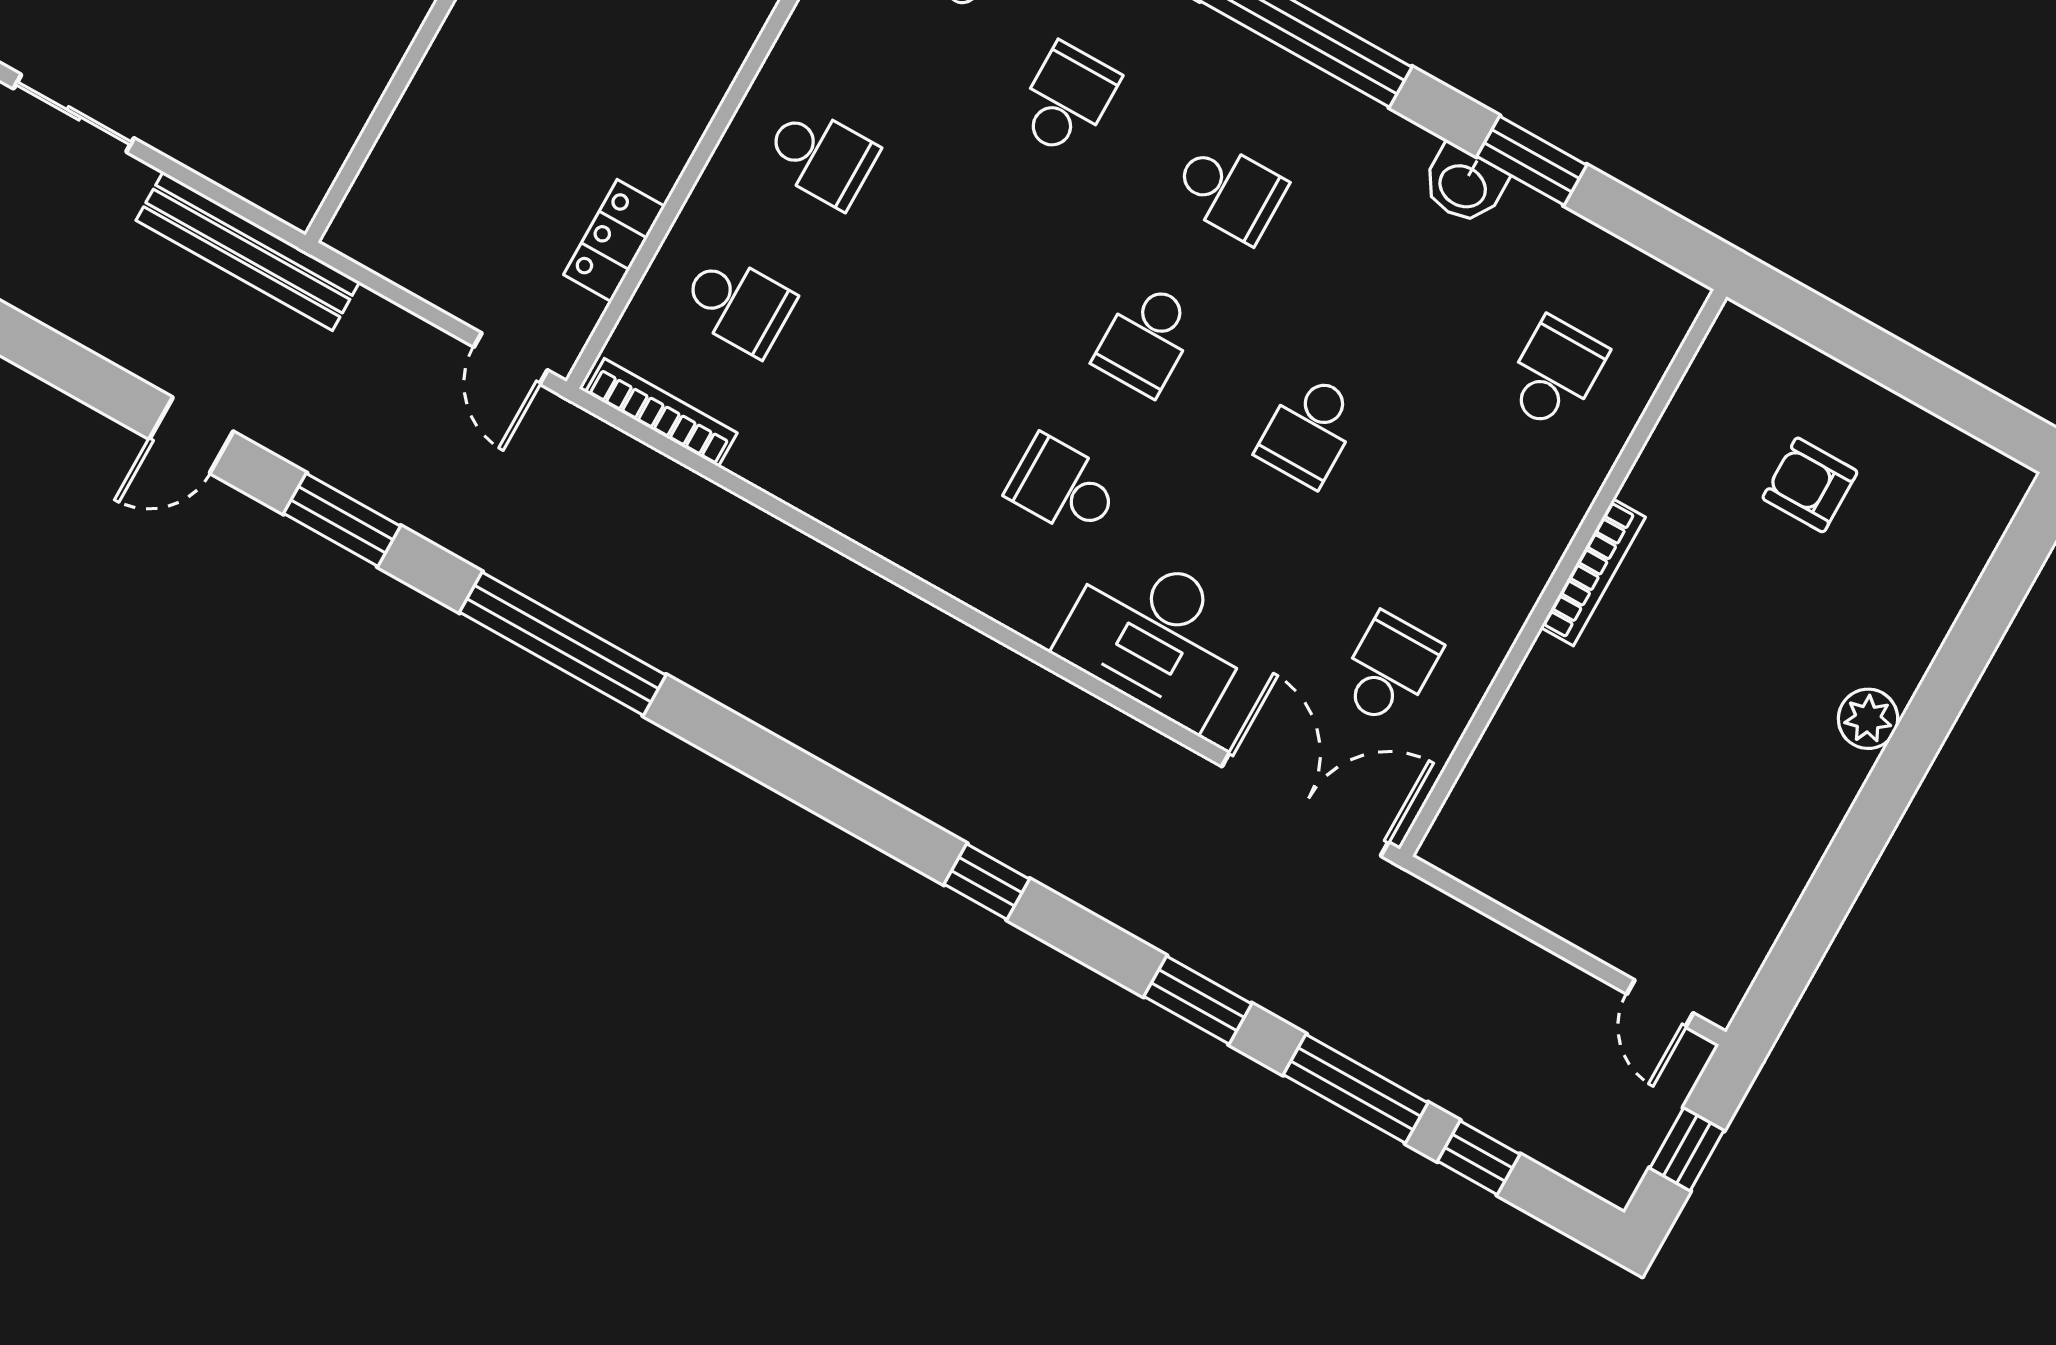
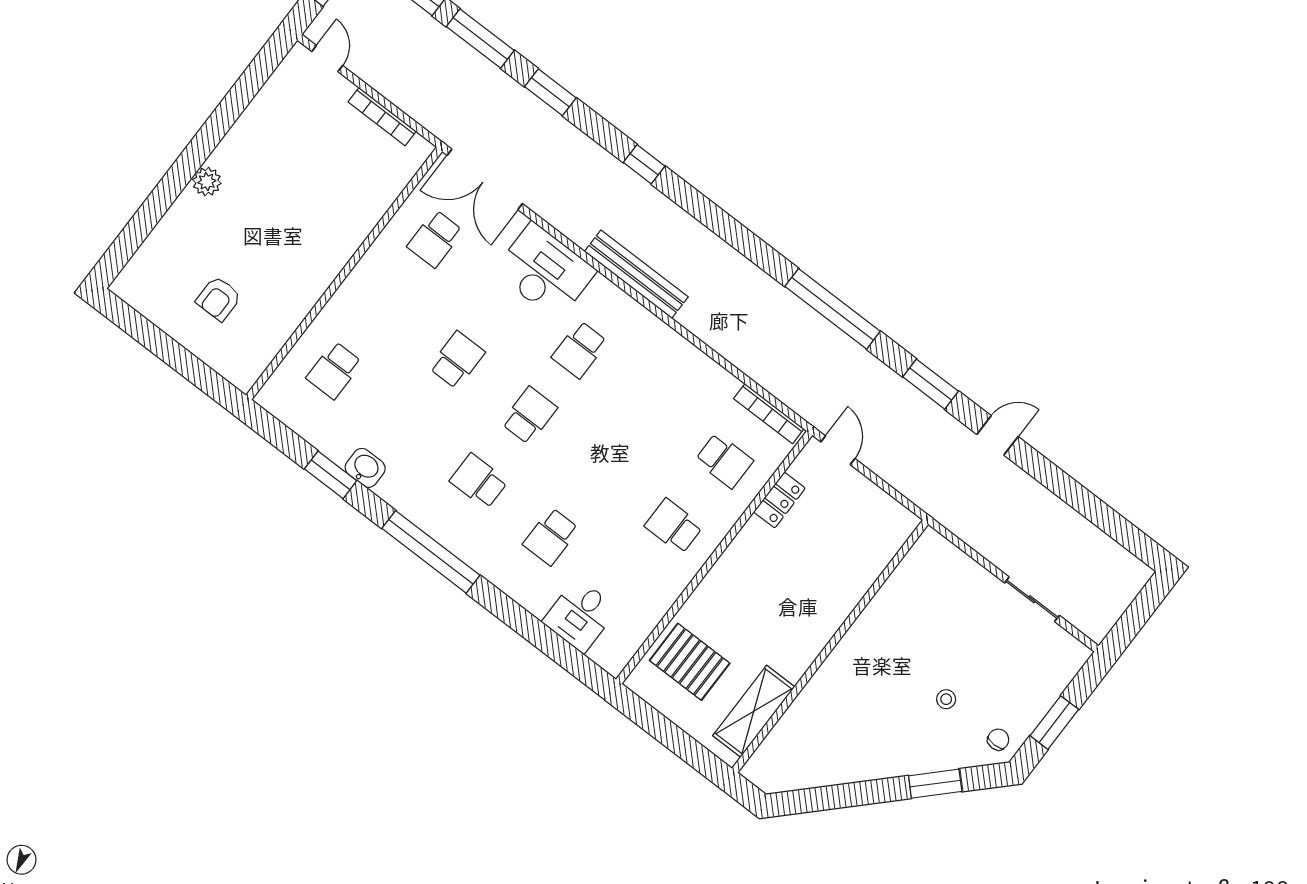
bench: (248, 251) -> (636, 274), moved
school desk: (738, 304) -> (724, 461), turned 180
armchair: (1810, 485) -> (219, 299), turned 90
school desk: (1063, 487) -> (580, 350), turned 90
bookcase: (1593, 572) -> (382, 117), moved, turned -90

